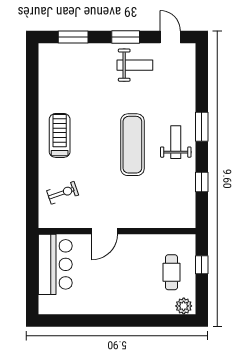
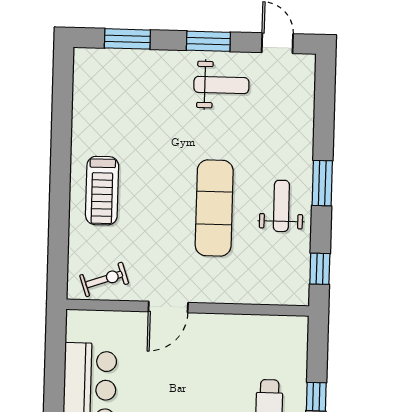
treadmill: (60, 135) -> (102, 191), turned 180
door: (105, 231) -> (168, 307), moved
wall: (117, 231) -> (188, 308), moved

